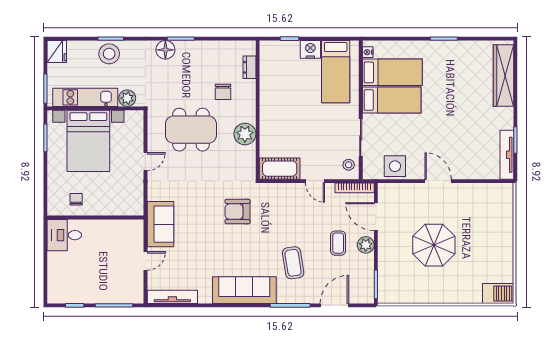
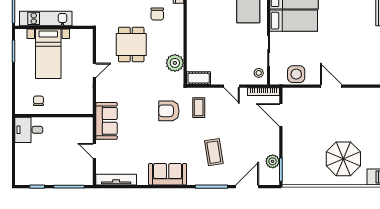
plant: (127, 98) -> (80, 19), removed
dining table: (191, 130) -> (131, 44), width x0.73
plant: (245, 134) -> (175, 63), moved
bed with nightstands: (88, 141) -> (48, 54), width x0.73
cot: (280, 169) -> (199, 78), width x0.73, depth x0.75
coffee table: (338, 243) -> (199, 108), moved
plant: (366, 245) -> (273, 161), moved
parasol: (434, 245) -> (343, 159), moved
door: (145, 261) -> (94, 151), swing flipped
sofa: (244, 290) -> (168, 174), width x0.73

